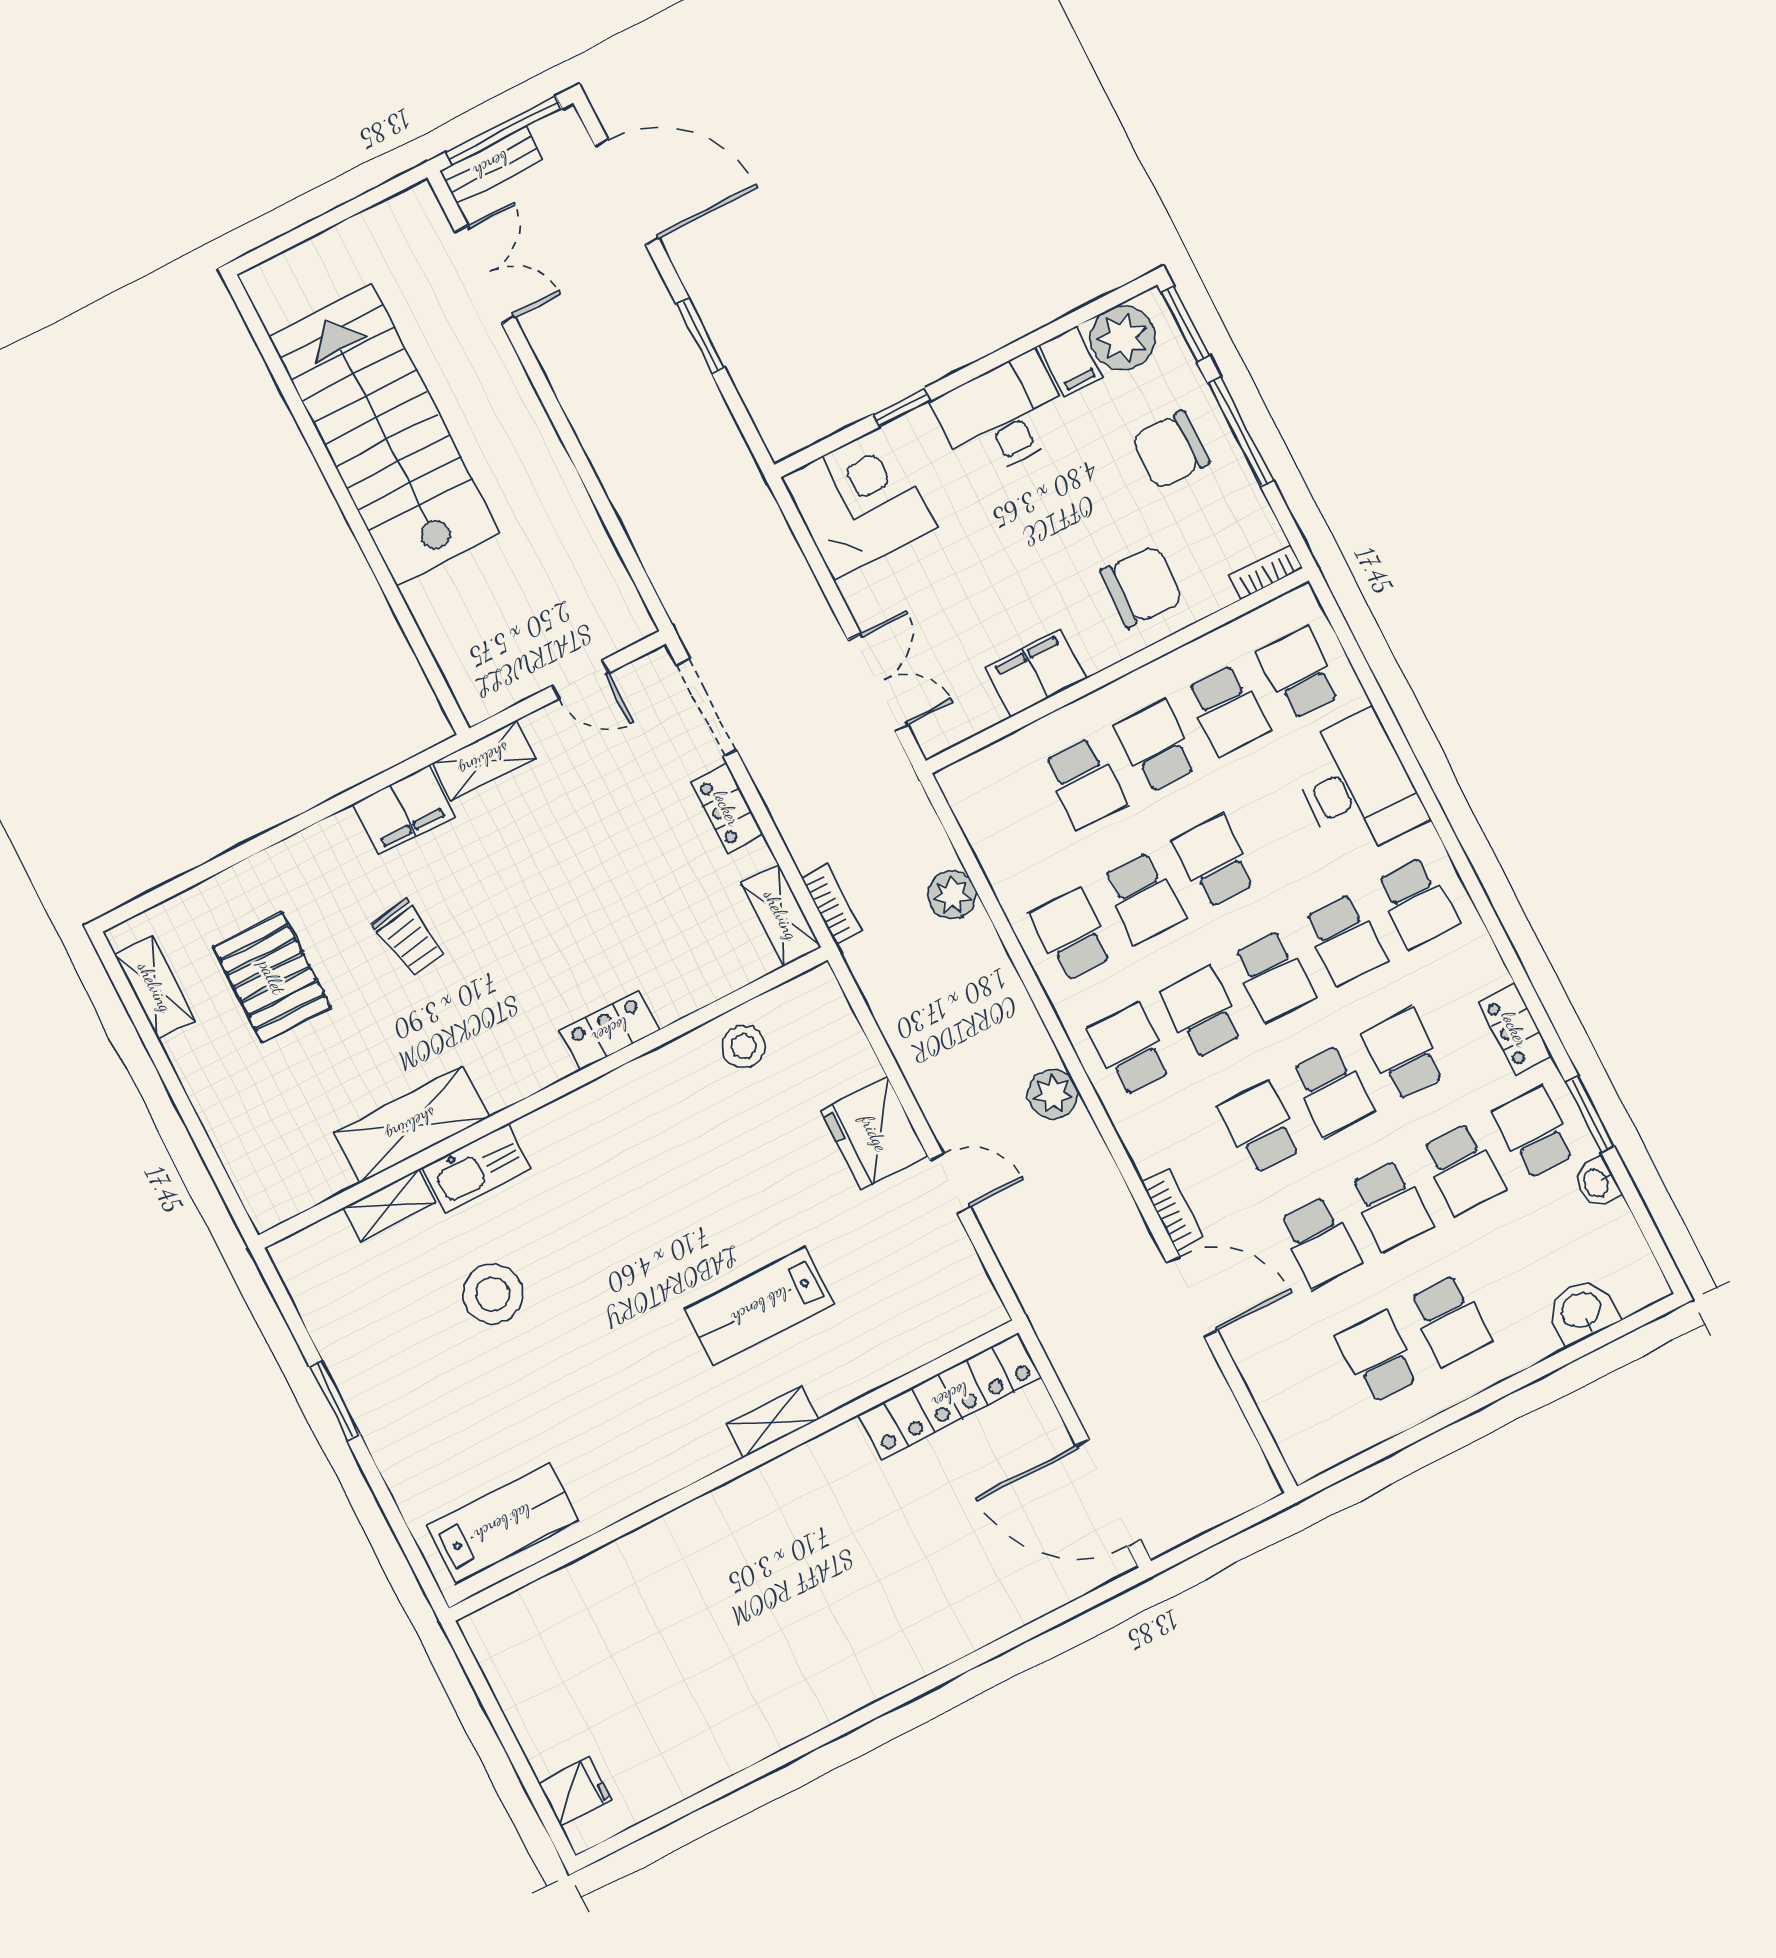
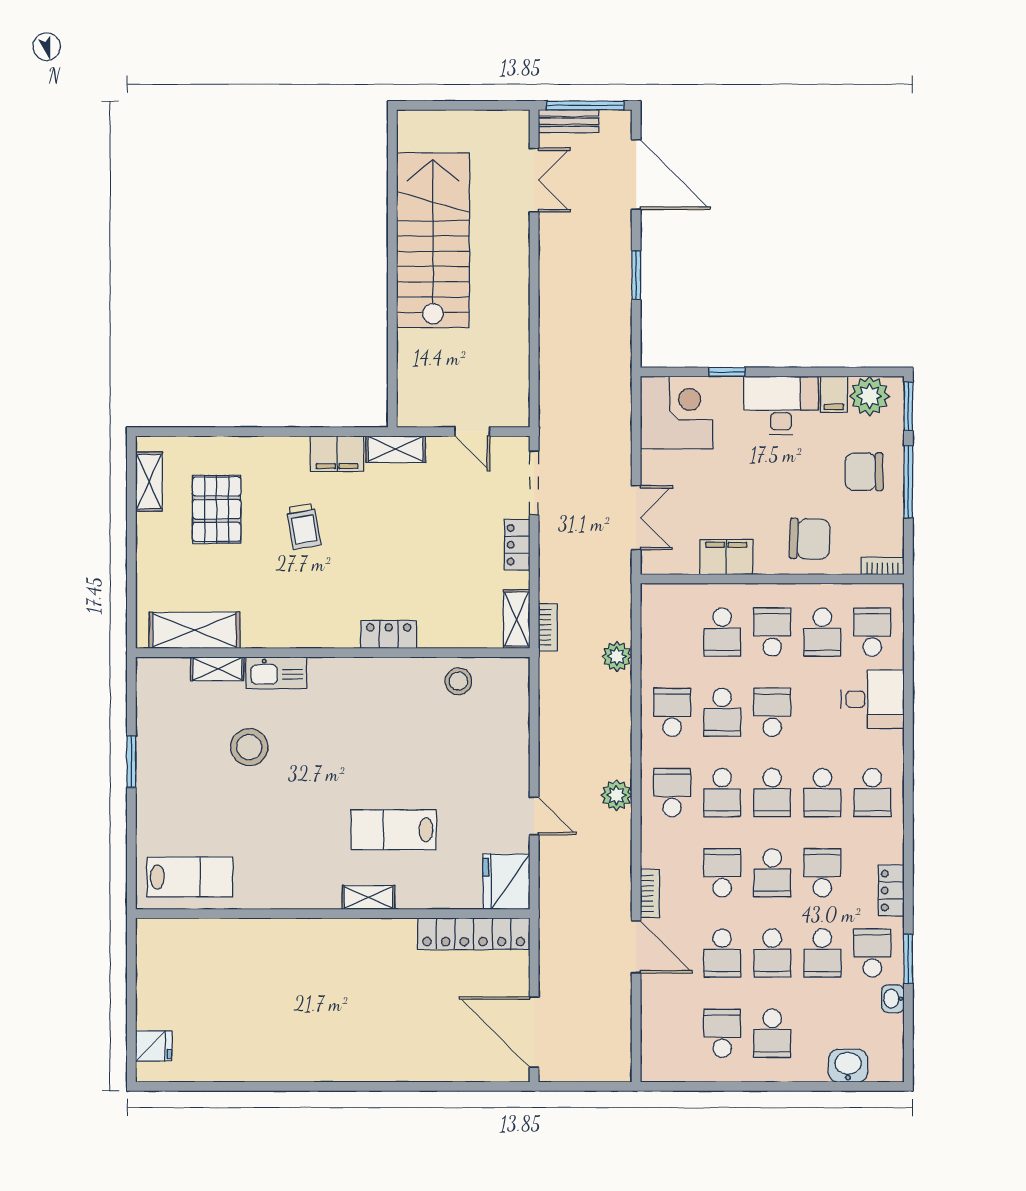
desk: (1357, 785) -> (872, 699), width x0.73
school desk: (1202, 1013) -> (722, 793), turned 180
shelving: (411, 1125) -> (194, 630), moved
fridge: (874, 1133) -> (506, 882), moved

